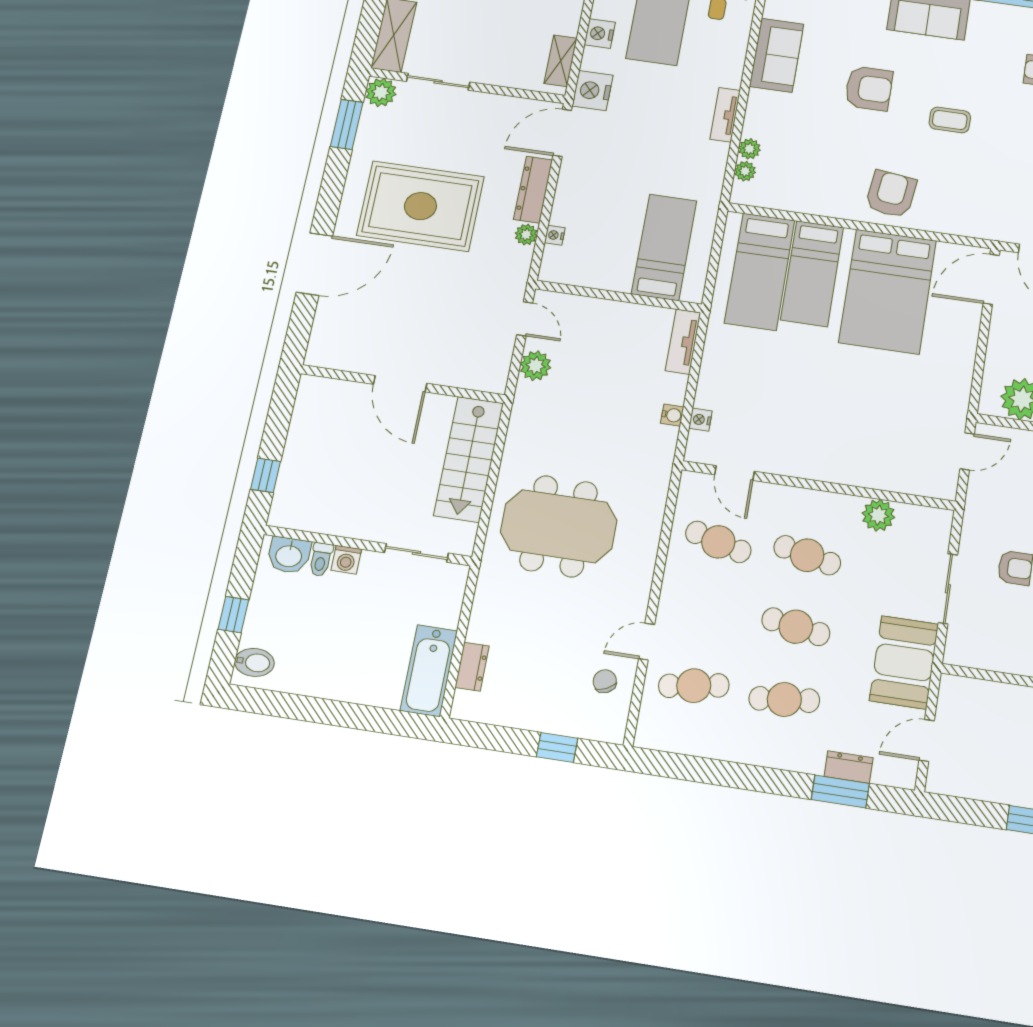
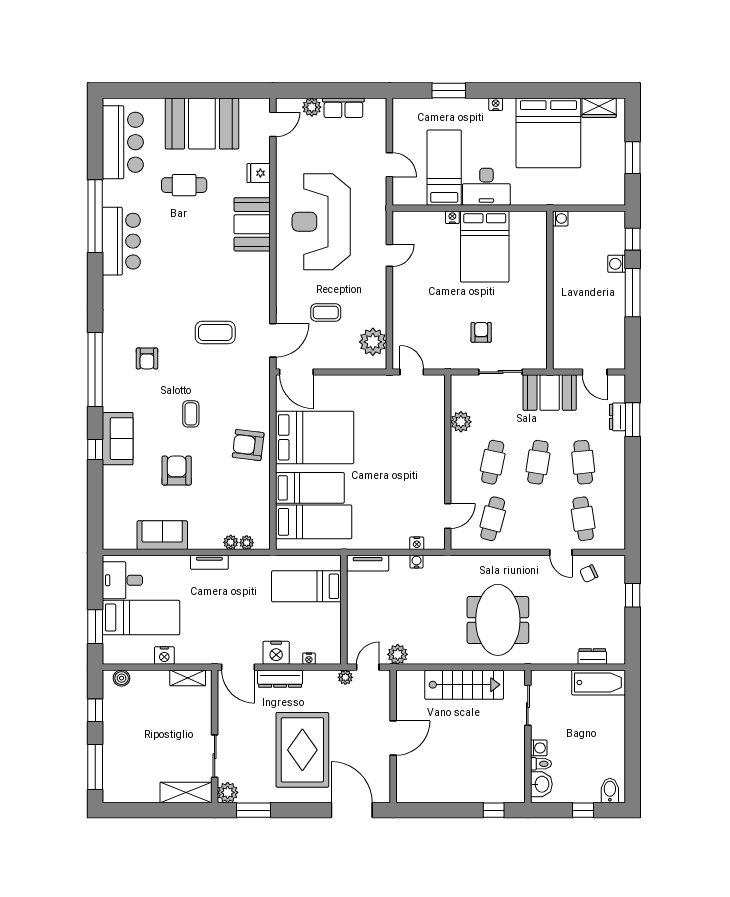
nightstand: (592, 91) -> (276, 653), moved
plant: (526, 235) -> (345, 677), moved
door: (400, 384) -> (393, 738), moved
wall: (403, 384) -> (393, 736), moved

